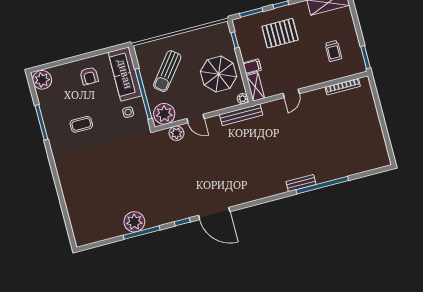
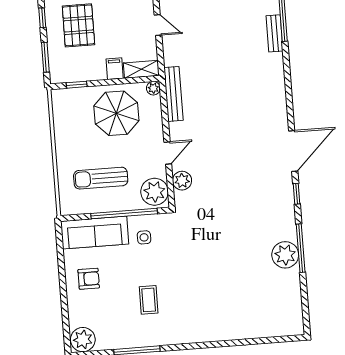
sun lounger: (167, 71) -> (101, 178), turned 142

